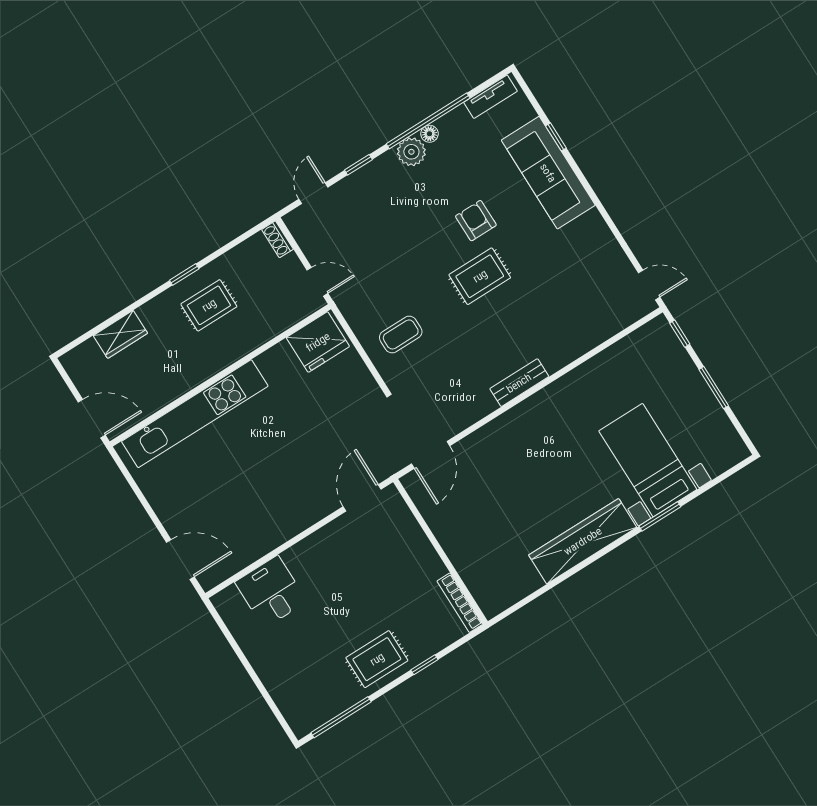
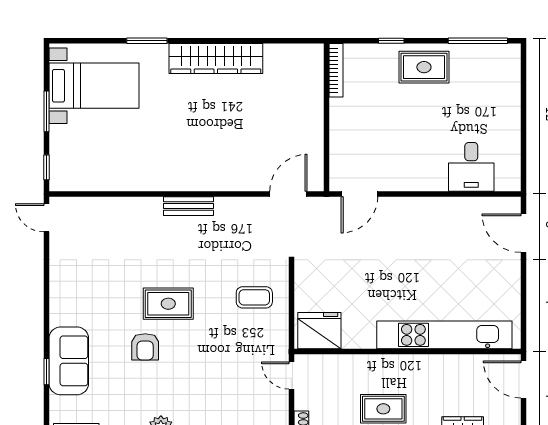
sofa: (548, 173) -> (69, 361), width x0.73
bed with nightstands: (648, 460) -> (94, 86), moved, turned -90

